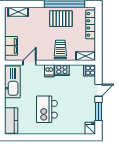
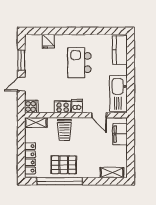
door: (30, 63) -> (99, 115), hinge flipped
kitchen island: (47, 109) -> (79, 63), turned 180
fridge: (90, 128) -> (48, 41), moved

